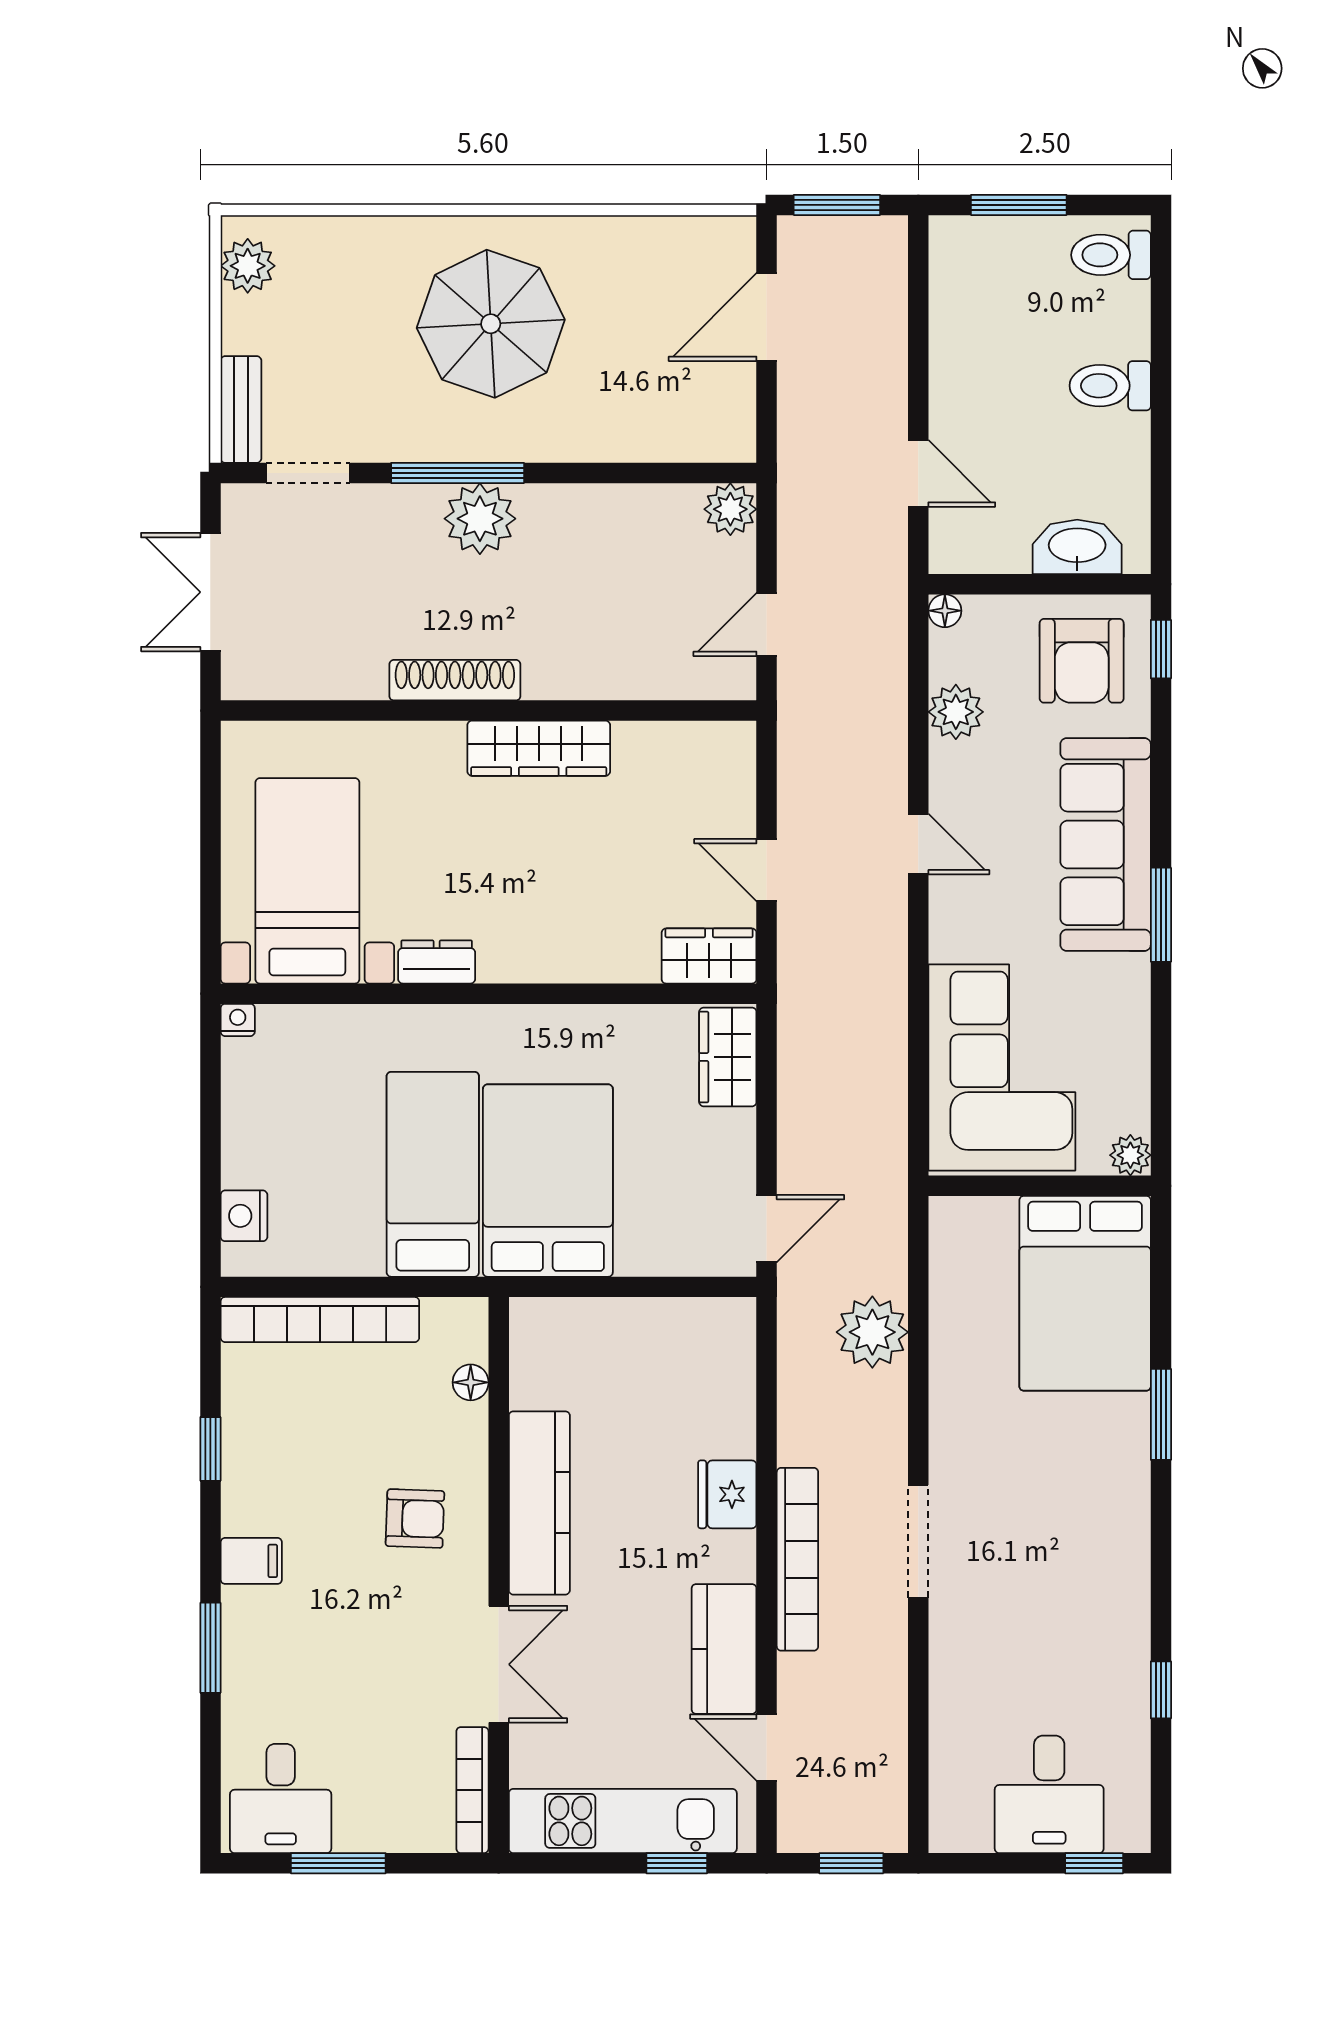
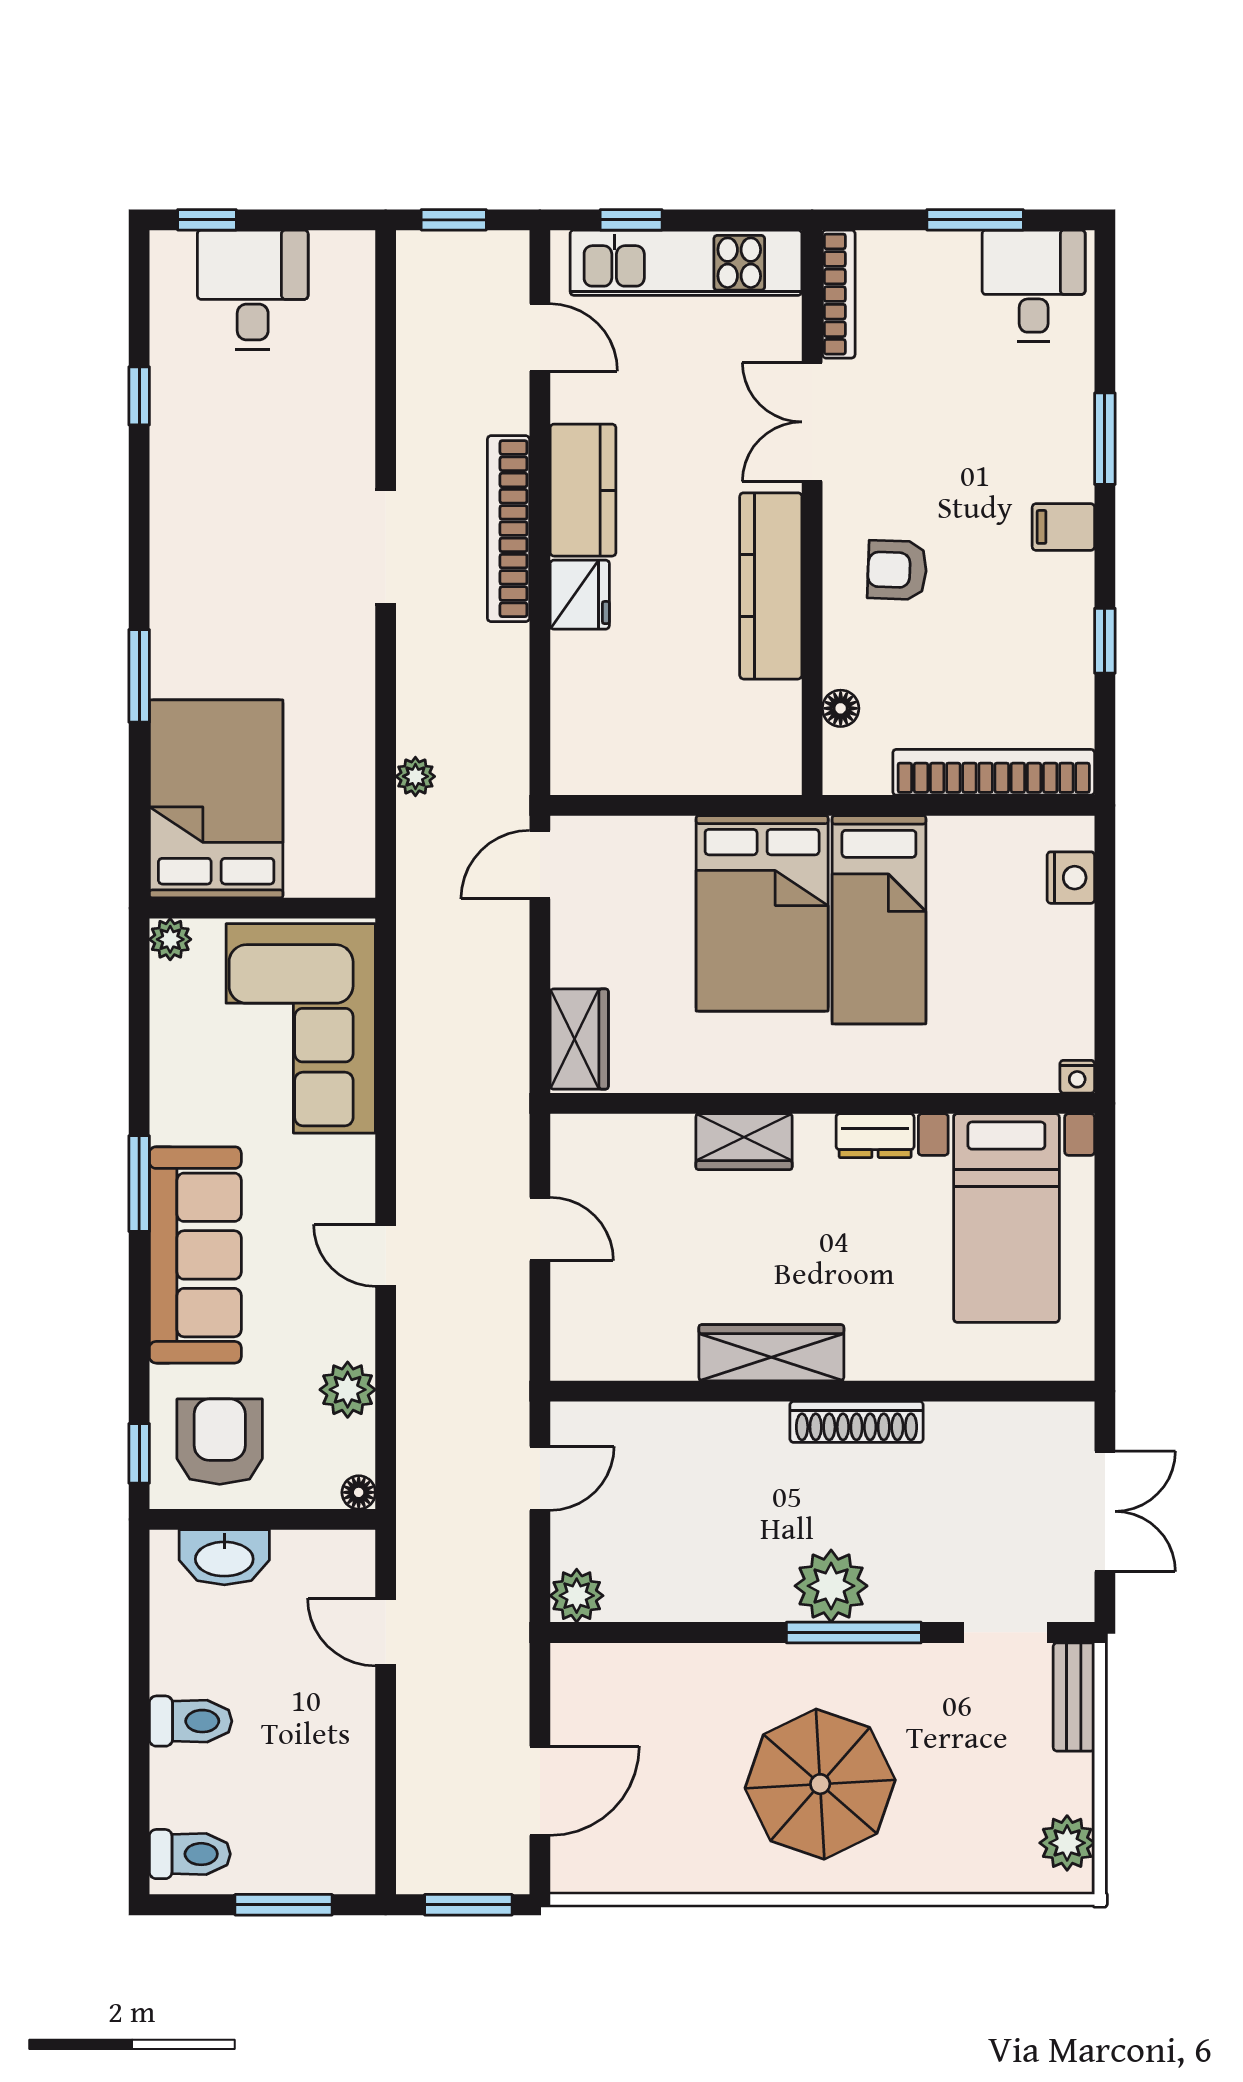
wardrobe: (709, 956) -> (744, 1142), moved
plant: (872, 1332) -> (415, 776), width x0.53, depth x0.53
kitchen counter: (724, 1649) -> (583, 490), moved

